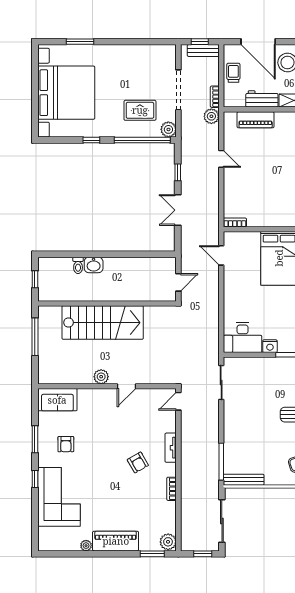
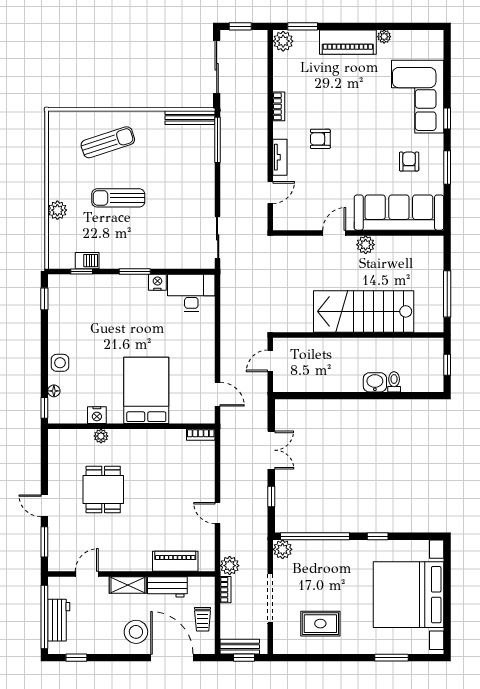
rug: (140, 110) -> (320, 624), moved
sofa: (57, 400) -> (399, 213), width x1.85, depth x1.27
door: (178, 401) -> (270, 192), moved
armchair: (138, 462) -> (320, 139), turned -60

